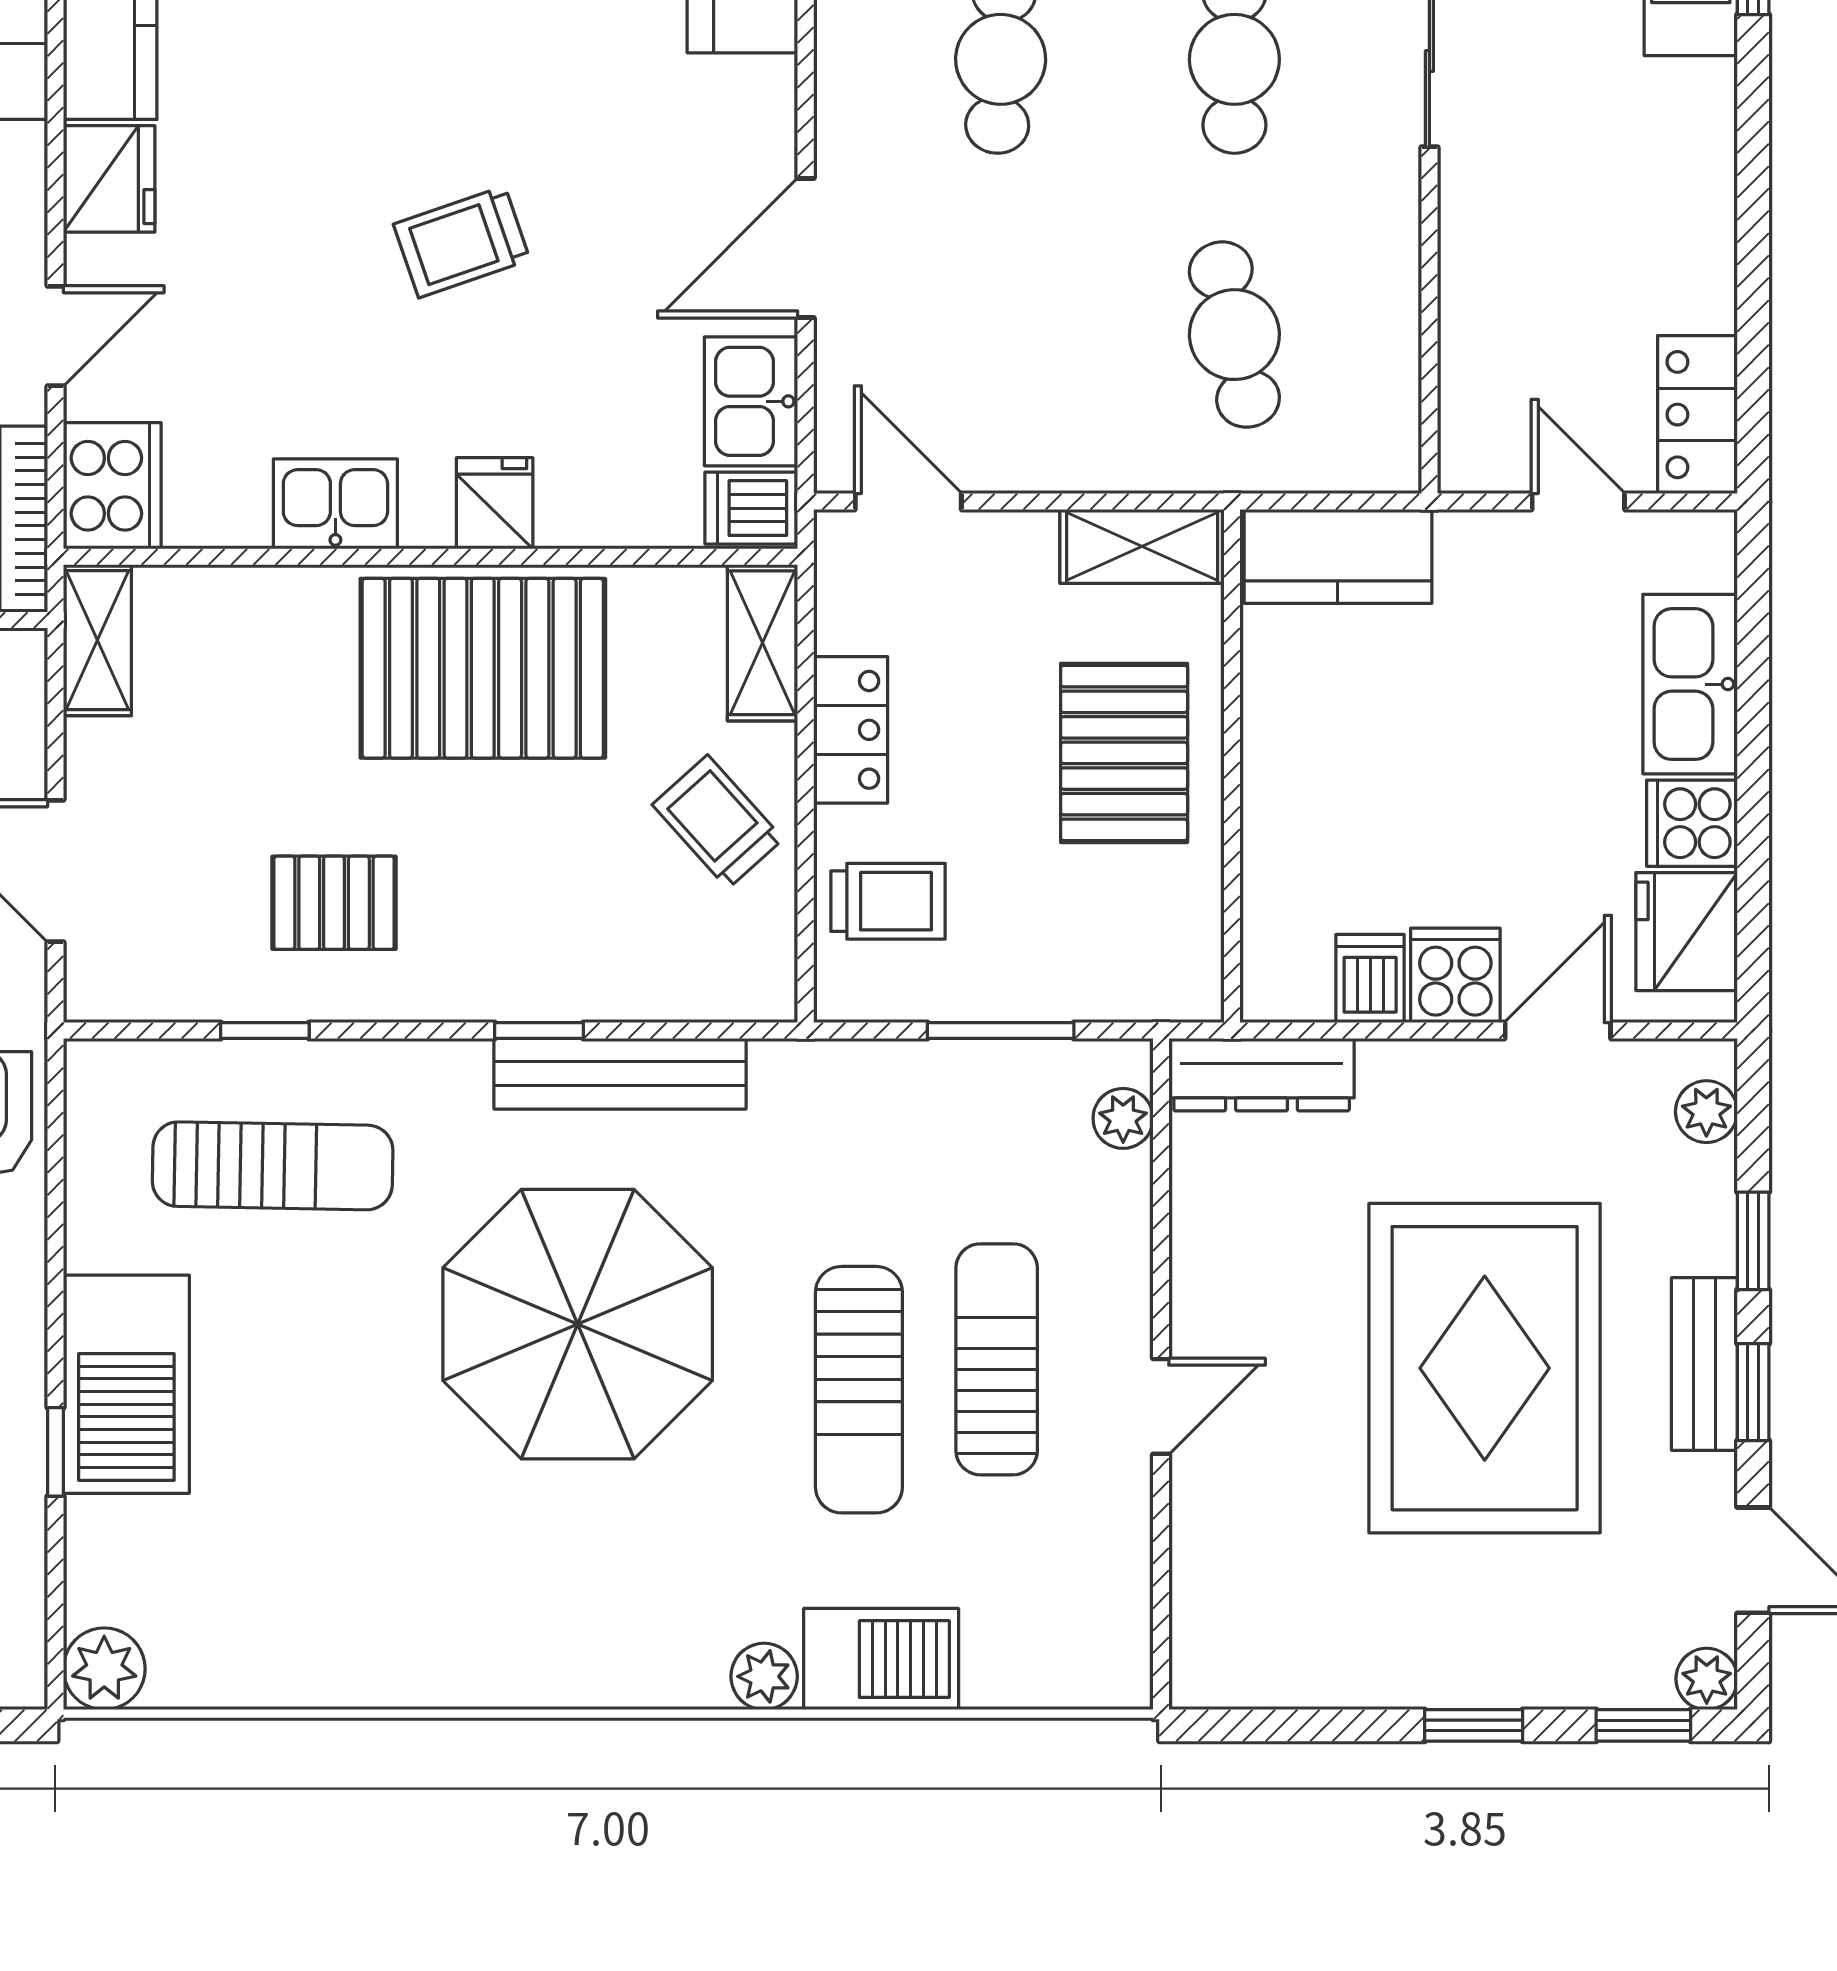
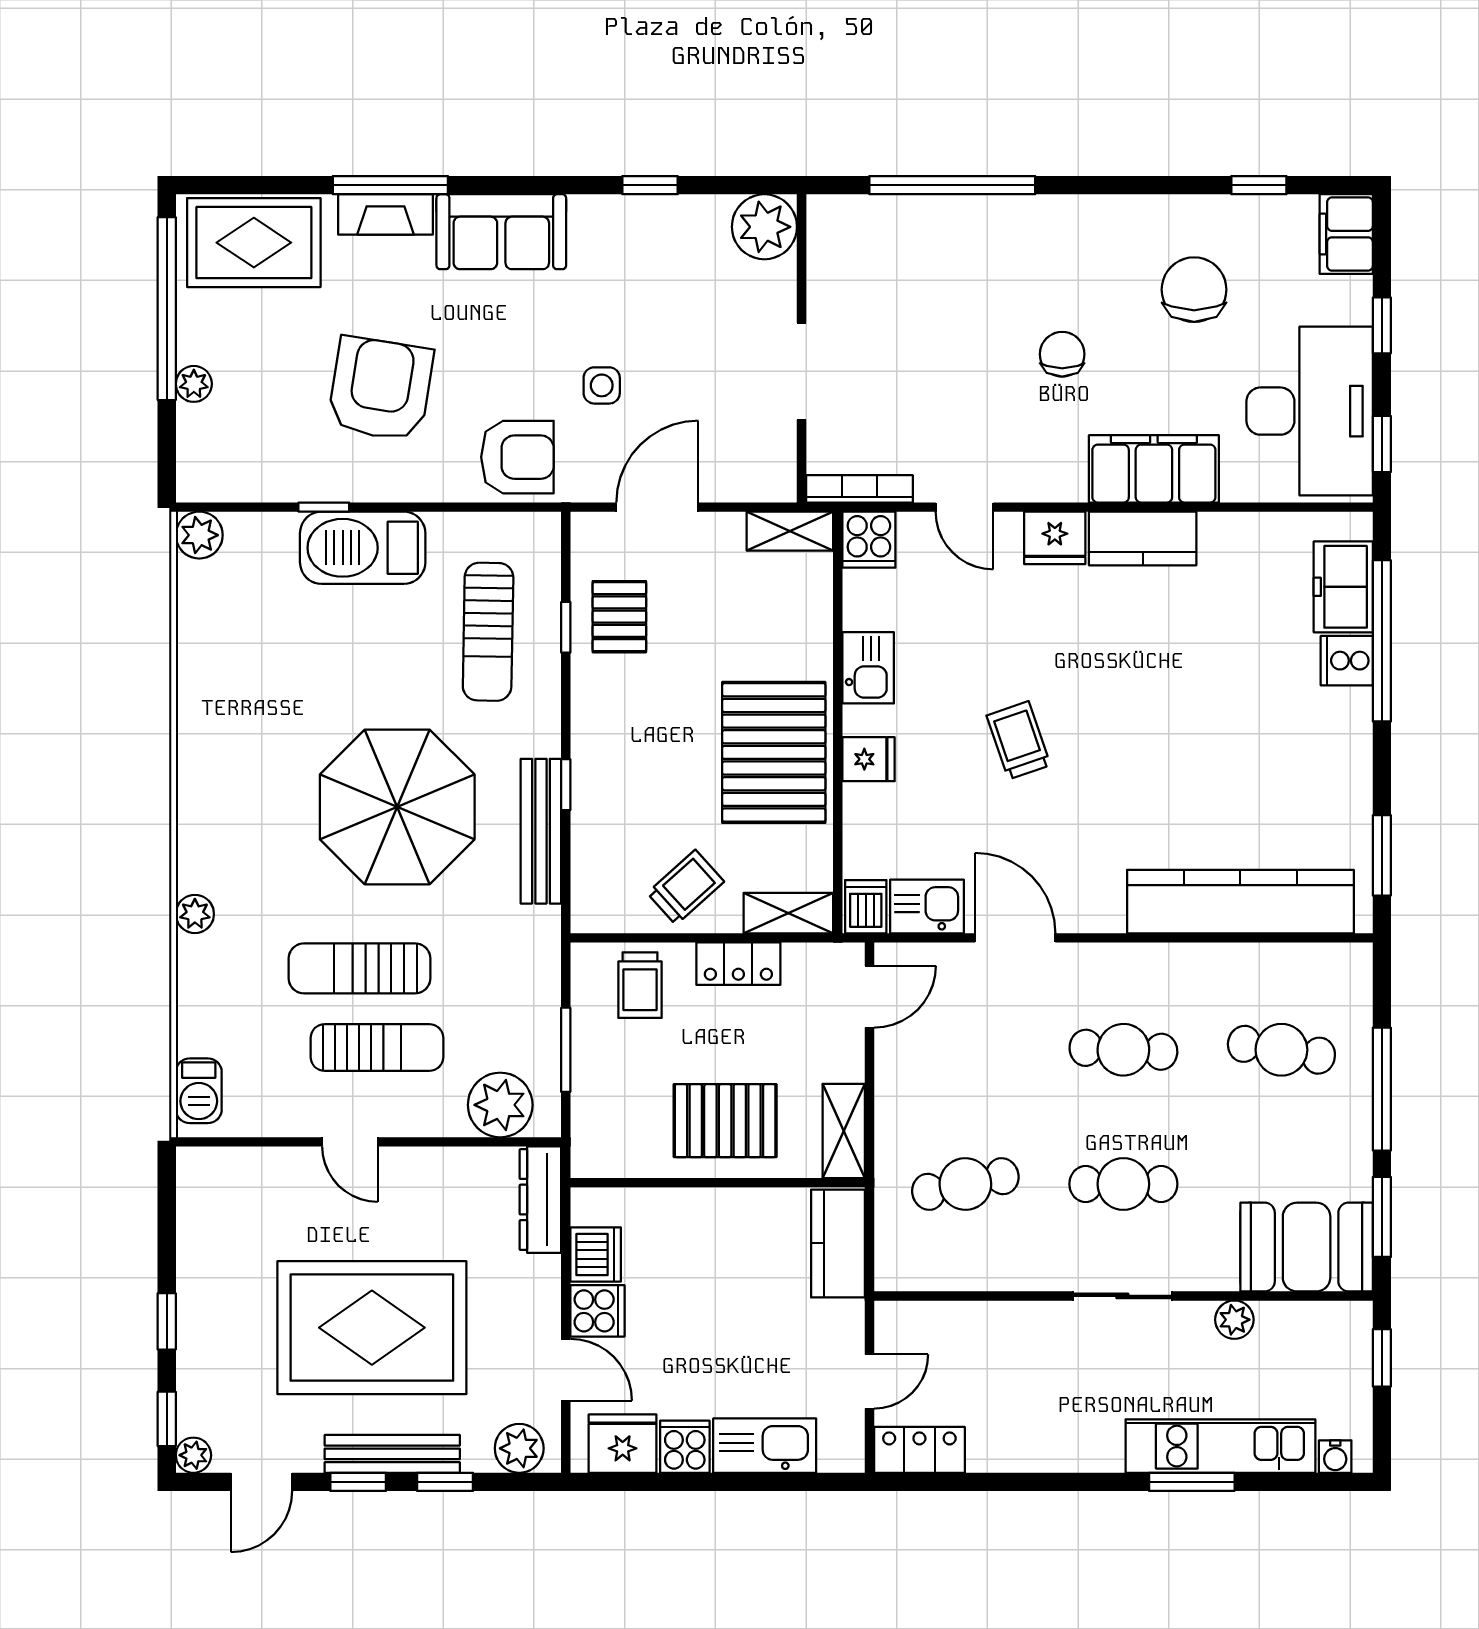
cooker: (112, 486) -> (869, 540), width x0.73
pallet: (334, 903) -> (619, 617), moved
dishwasher: (1370, 979) -> (596, 1254), width x1.38
plant: (1706, 1112) -> (519, 1448), width x1.38, depth x1.38
plant: (1123, 1118) -> (500, 1105), width x1.87, depth x1.87
bench: (1704, 1364) -> (392, 1454), width x1.36
barbecue: (881, 1659) -> (199, 1091), moved, width x0.73, depth x0.79

